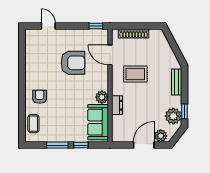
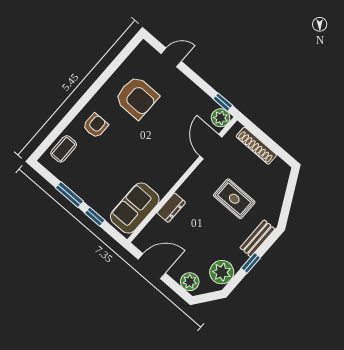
door: (48, 26) -> (171, 57), hinge flipped
armchair: (73, 63) -> (137, 97), moved
rug: (135, 74) -> (234, 199), moved
plant: (102, 97) -> (221, 118), moved
window: (184, 111) -> (251, 263), moved
door: (144, 145) -> (152, 266), moved

